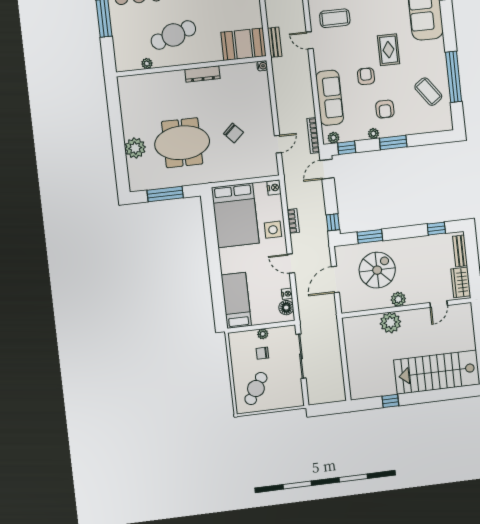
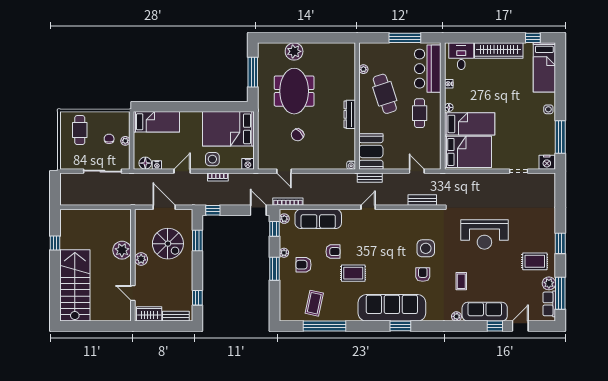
coffee table: (335, 18) -> (384, 230), removed
coffee table: (428, 92) -> (314, 303), turned -42
cafe table: (256, 388) -> (80, 130), turned 58

